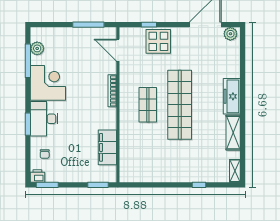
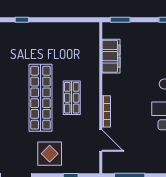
display table: (158, 41) -> (50, 154), moved
door: (118, 50) -> (101, 141), moved

